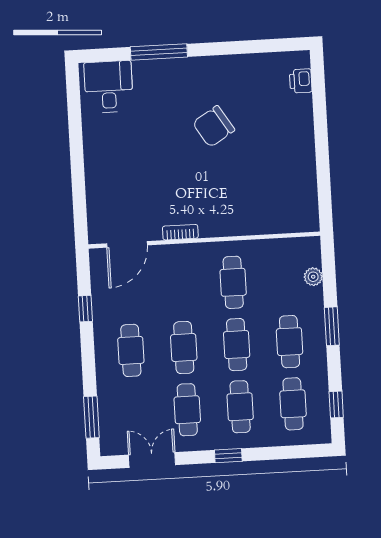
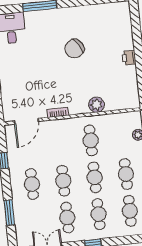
printer: (301, 81) -> (129, 58), moved
plant: (246, 223) -> (96, 105), added
window: (91, 417) -> (9, 212), moved

